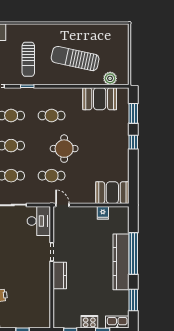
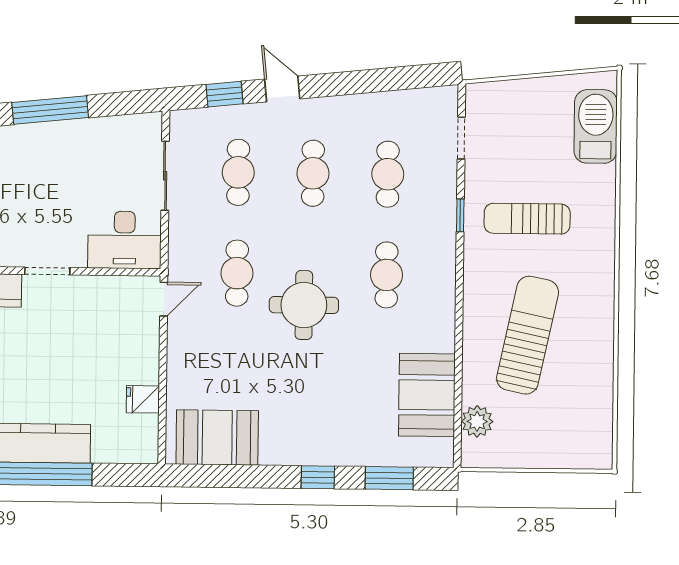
booth: (112, 193) -> (217, 437), moved, turned 90

